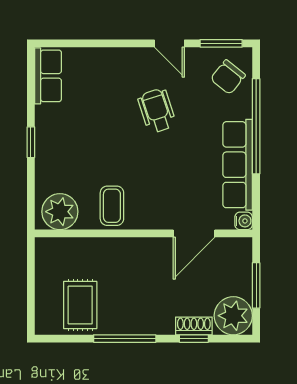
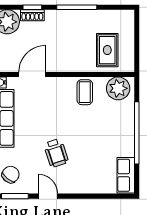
window: (31, 142) -> (137, 133), width x3.17
rug: (80, 305) -> (107, 50), moved

